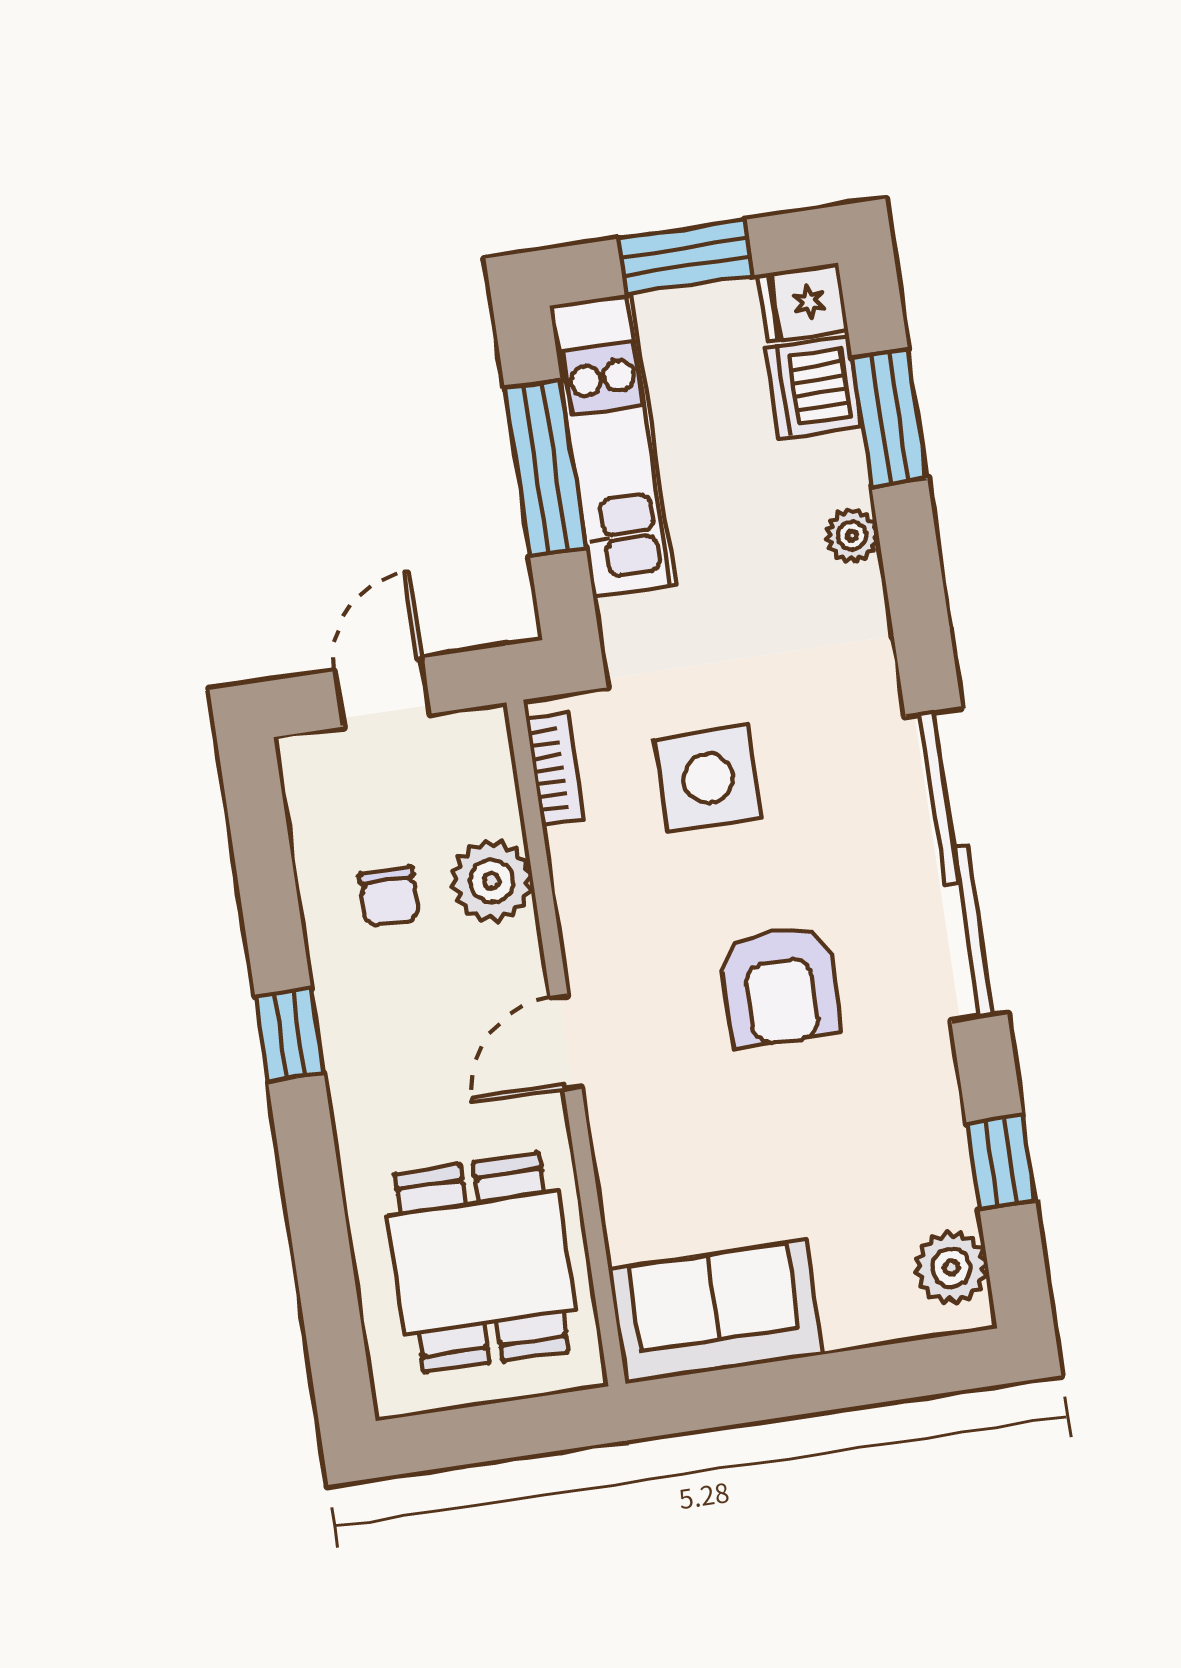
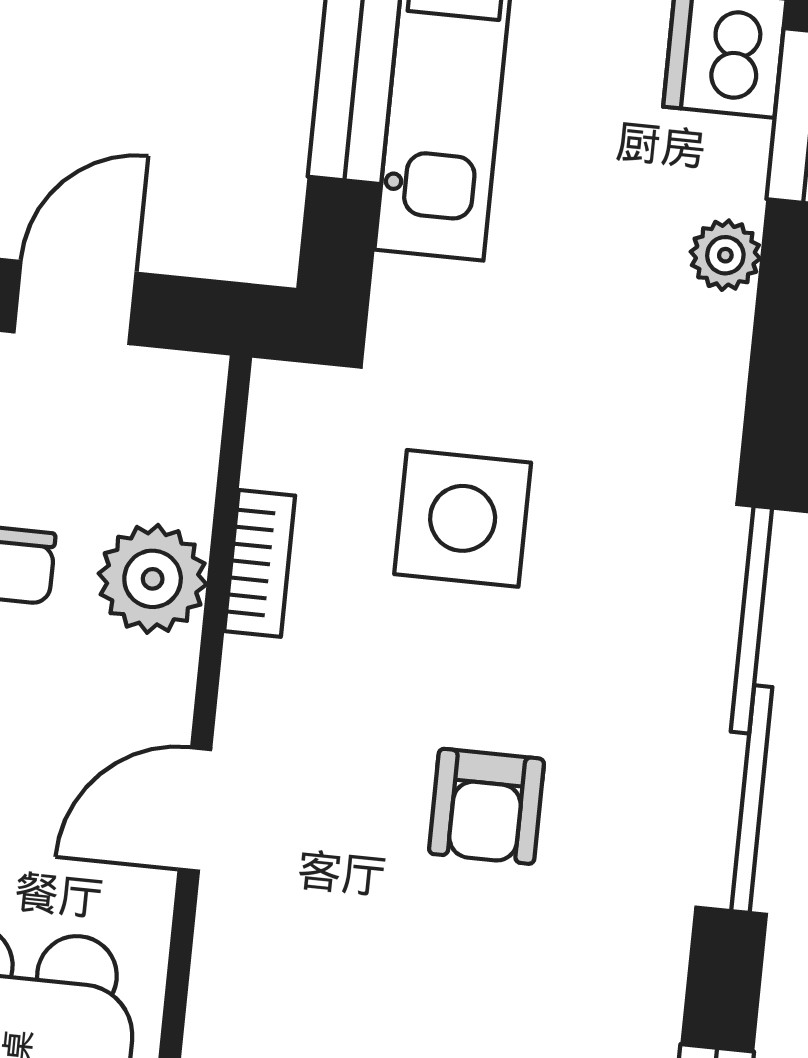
bookcase: (555, 769) -> (260, 563), moved
armchair: (780, 986) -> (486, 806), width x0.72, depth x0.72

